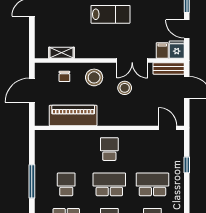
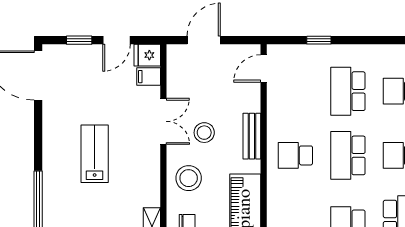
bench: (169, 68) -> (252, 136), moved

